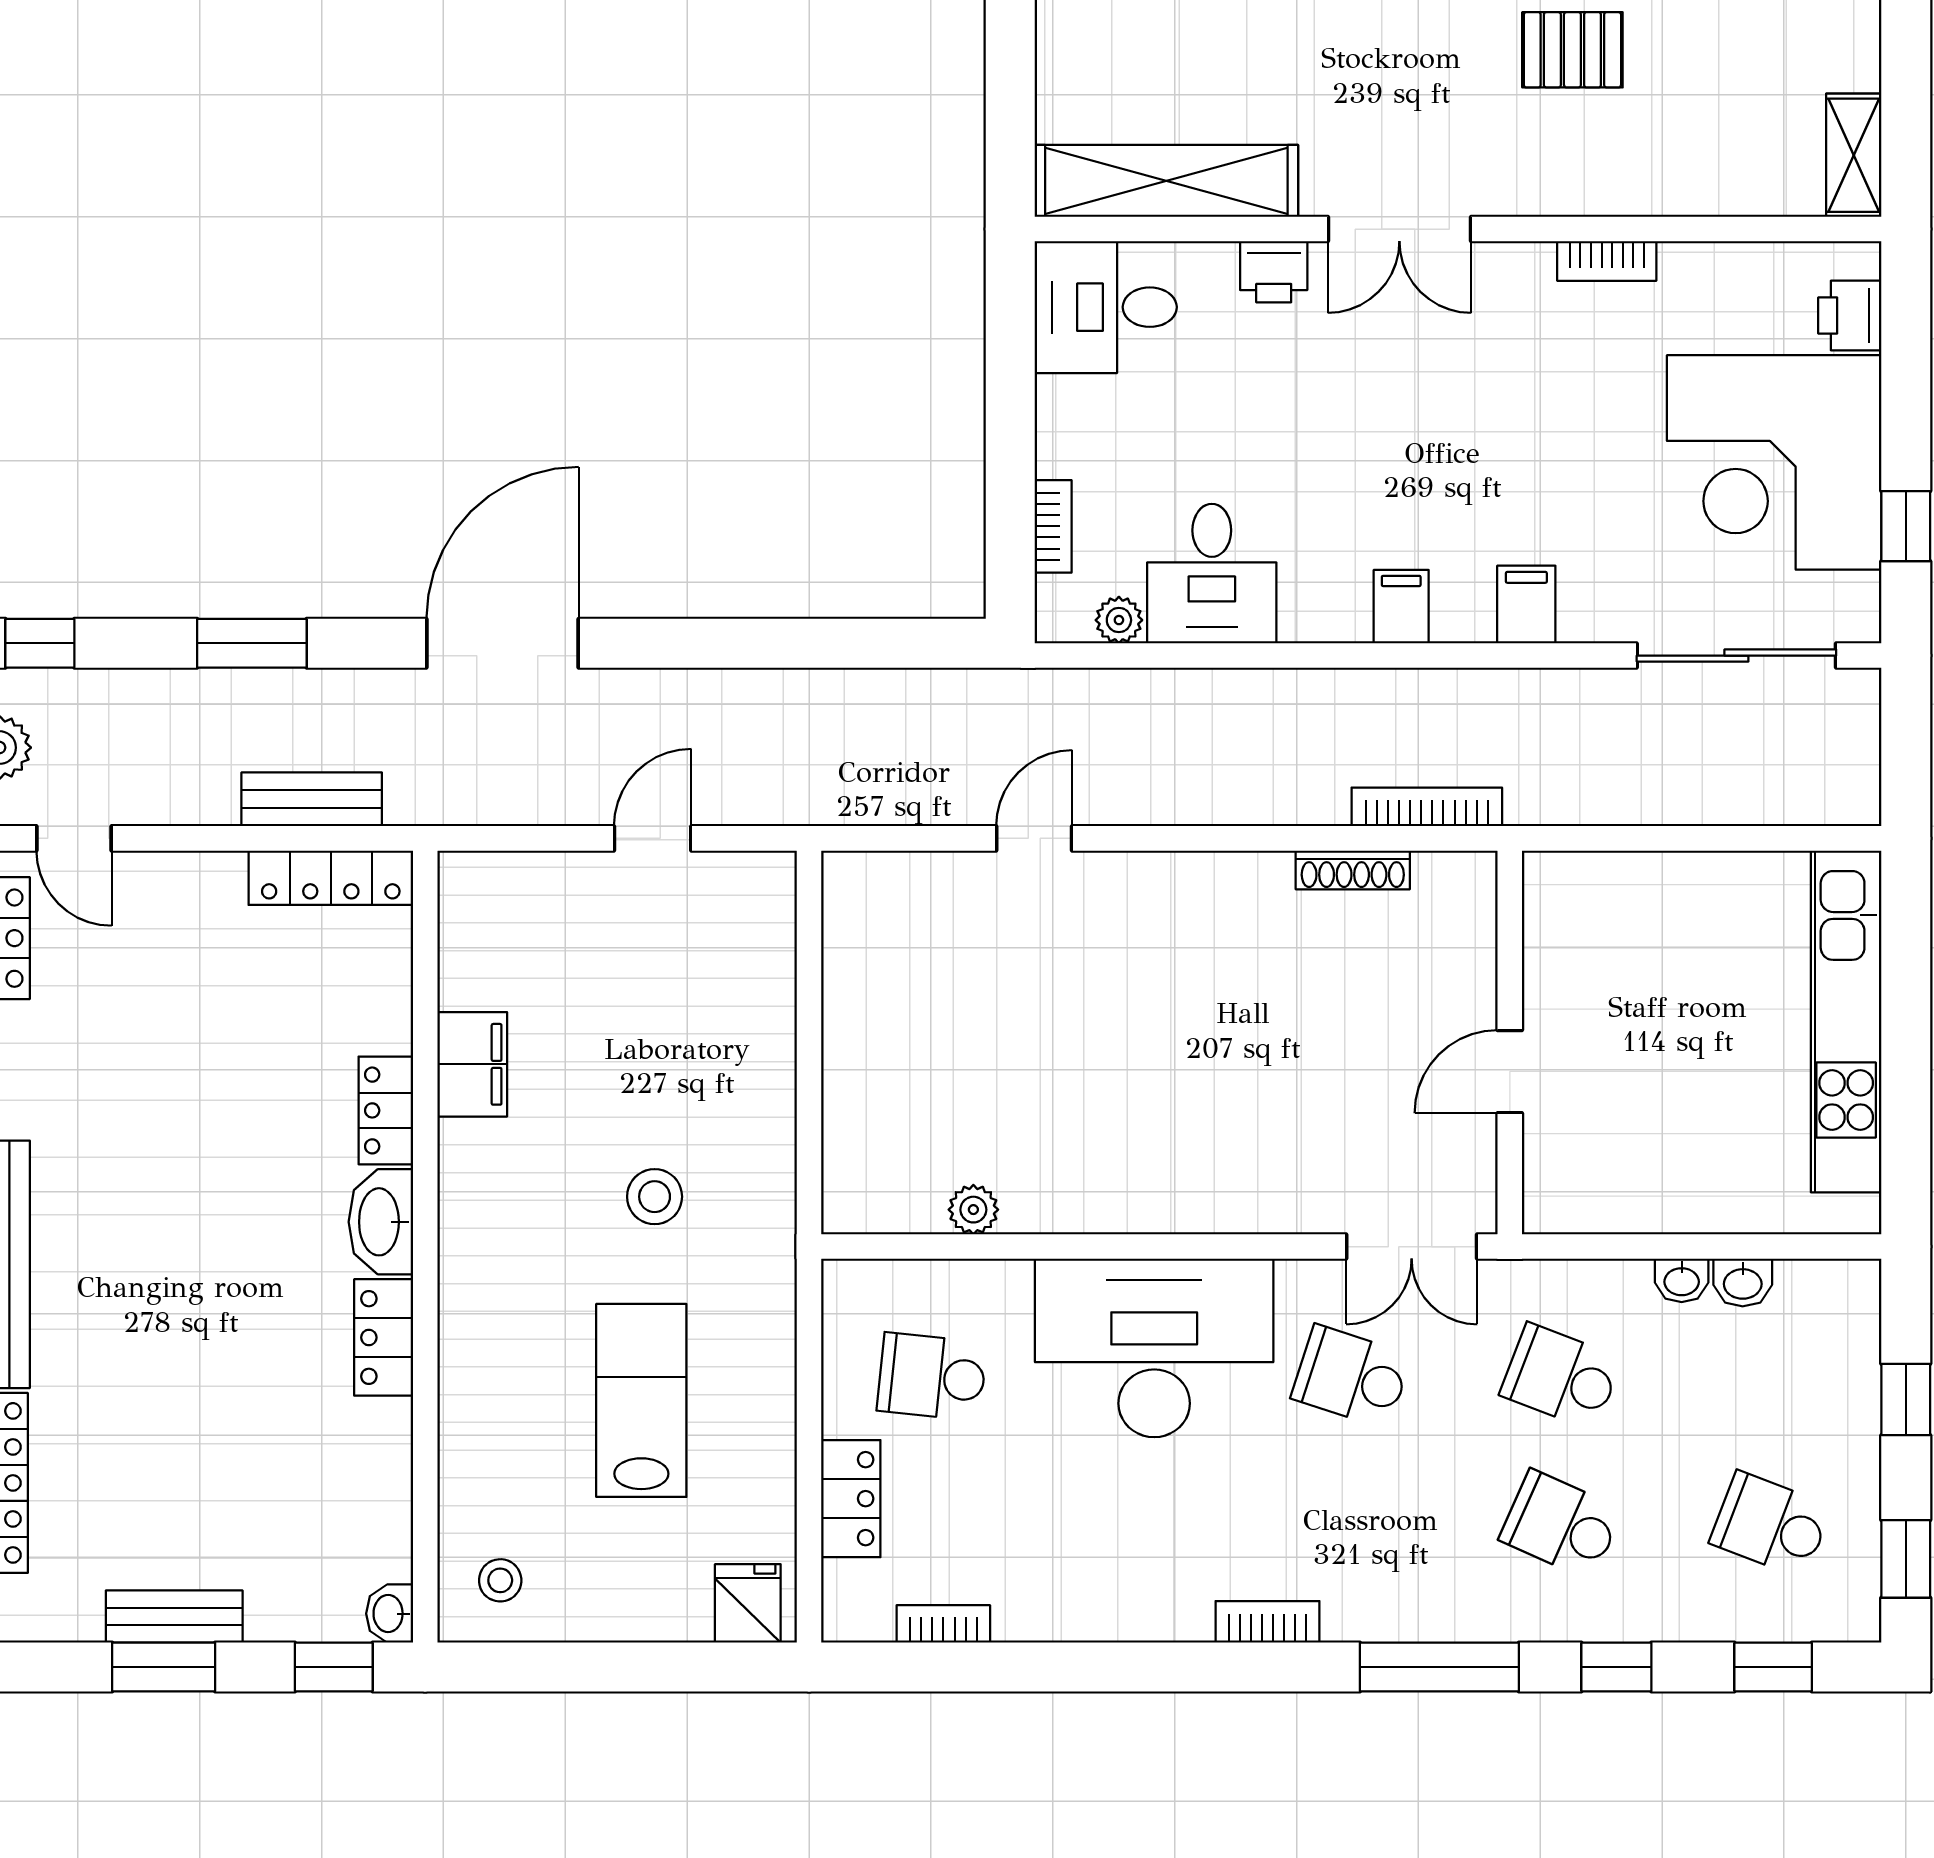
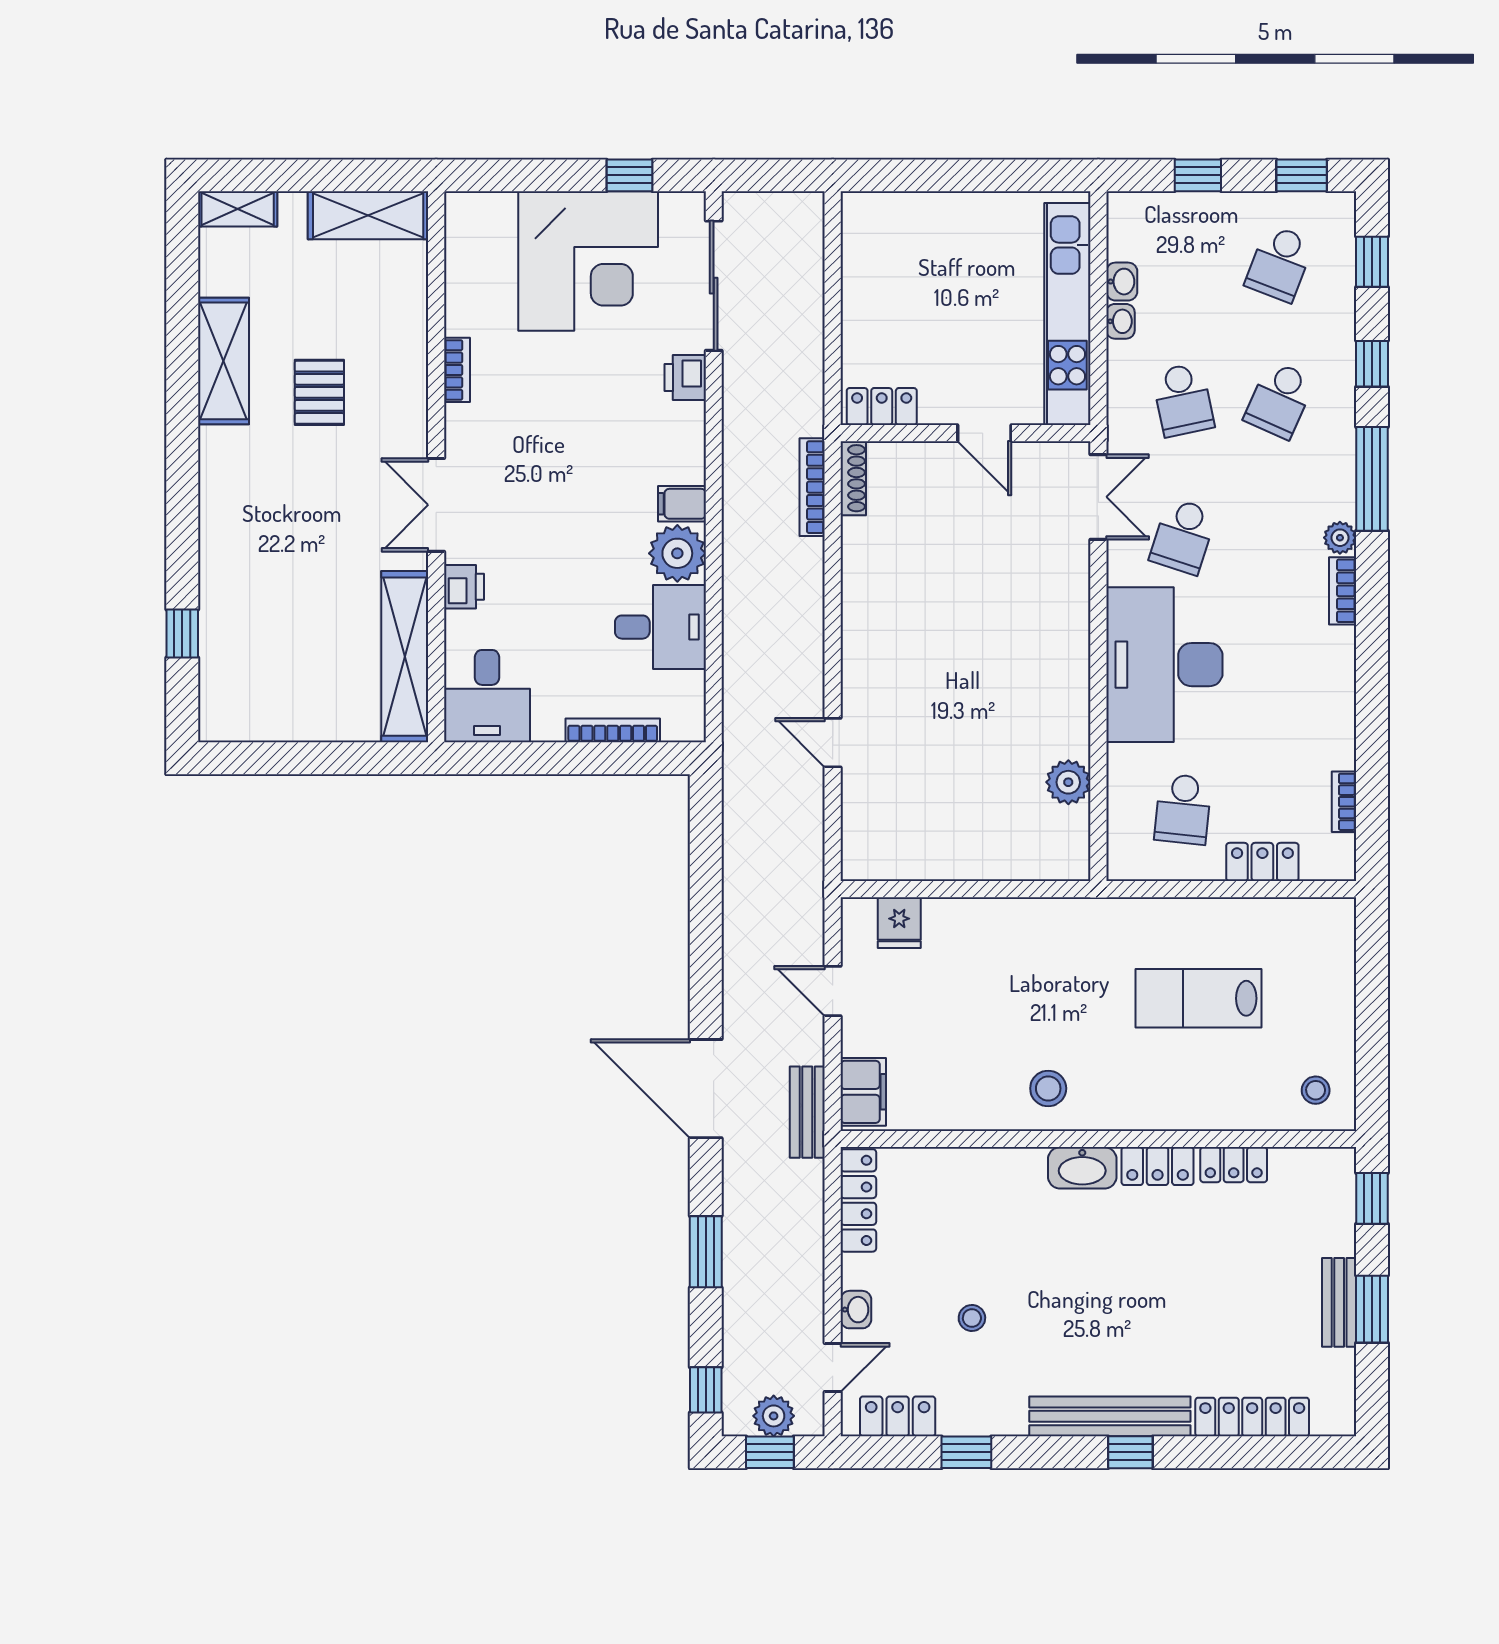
shelving: (1854, 155) -> (368, 215), width x1.50, depth x1.33
double door: (1399, 229) -> (436, 505), swing flipped
printer: (1850, 316) -> (685, 378), moved, turned 90
bookcase: (1053, 526) -> (613, 730), width x1.56
filing cabinet: (1526, 605) -> (681, 422), removed
plant: (1119, 620) -> (677, 553), moved, width x1.88, depth x1.88
bench: (312, 799) -> (807, 1112), moved
shoe rack: (1353, 870) -> (853, 478), moved
locker: (1551, 914) -> (882, 407), added
kitchen unit: (1846, 1021) -> (1067, 314), moved, turned 90
stool: (150, 1052) -> (972, 1318), added
filing cabinet: (472, 1064) -> (863, 1092), moved, turned 90
locker: (386, 1110) -> (1234, 1165), moved
stool: (655, 1197) -> (1048, 1088), moved
plant: (973, 1210) -> (1068, 782), width x1.38, depth x1.38
school desk: (1561, 1377) -> (1183, 400), turned -33
fridge: (748, 1603) -> (899, 923), moved, turned -90
washbasin: (390, 1614) -> (856, 1310), moved, turned -90
plant: (1349, 1618) -> (1340, 538), added

